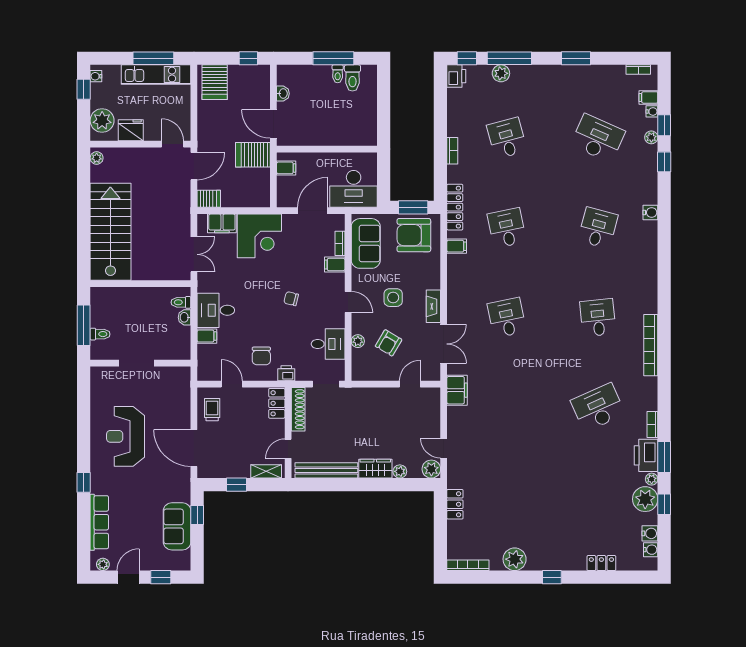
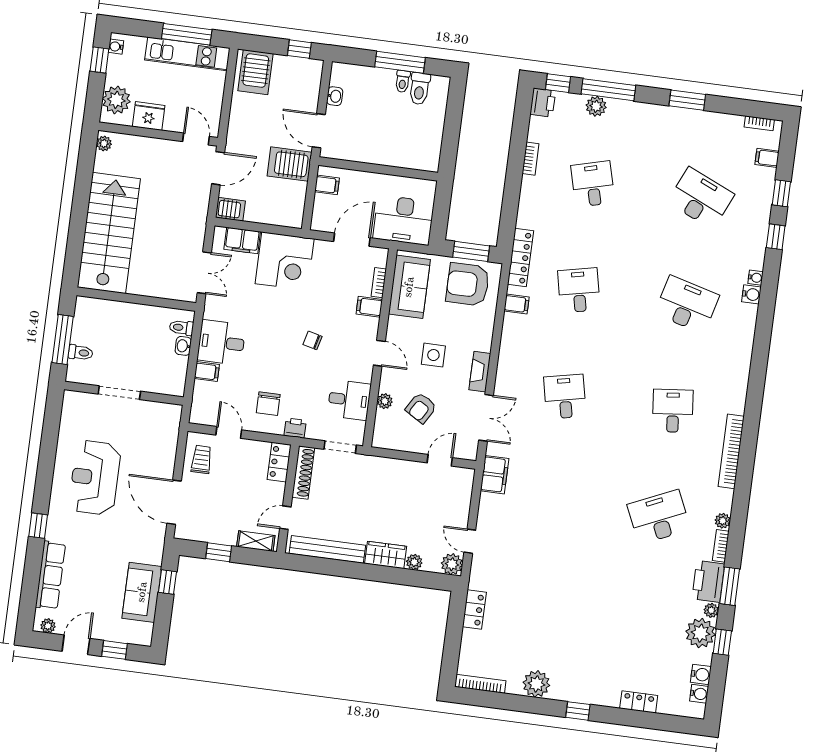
water cooler: (652, 111) -> (755, 278), moved
plant: (651, 137) -> (723, 521), moved
bookcase: (452, 151) -> (531, 159), moved
desk: (598, 228) -> (687, 304), width x1.37

